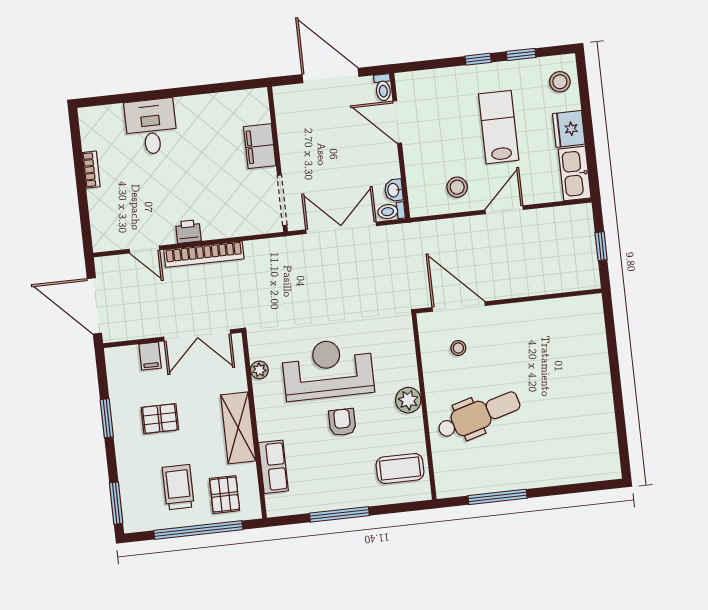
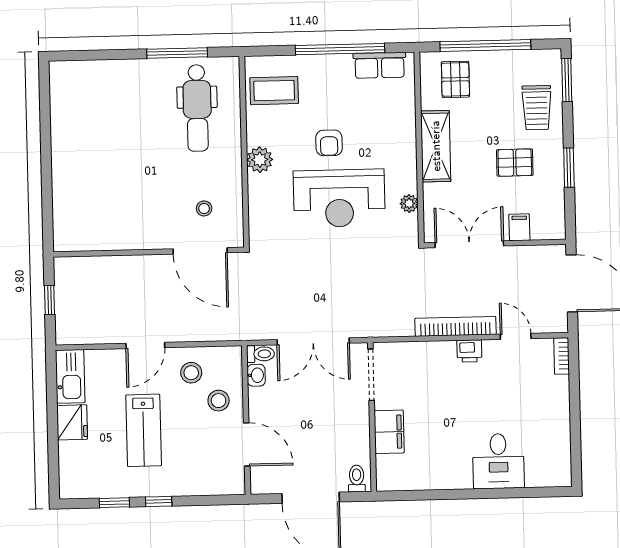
stool: (560, 82) -> (219, 401), moved
toilet: (383, 87) -> (357, 478), moved
bookcase: (91, 170) -> (562, 356), moved
dental chair: (479, 415) -> (197, 108), moved, turned -74
row of seats: (273, 467) -> (380, 65), moved, turned -90
trolley: (178, 487) -> (537, 108), moved
window: (339, 514) -> (340, 49), width x1.46

